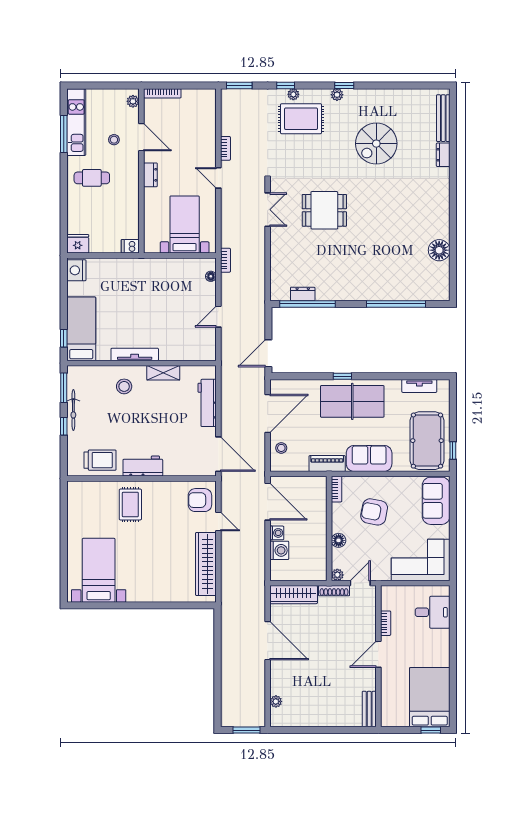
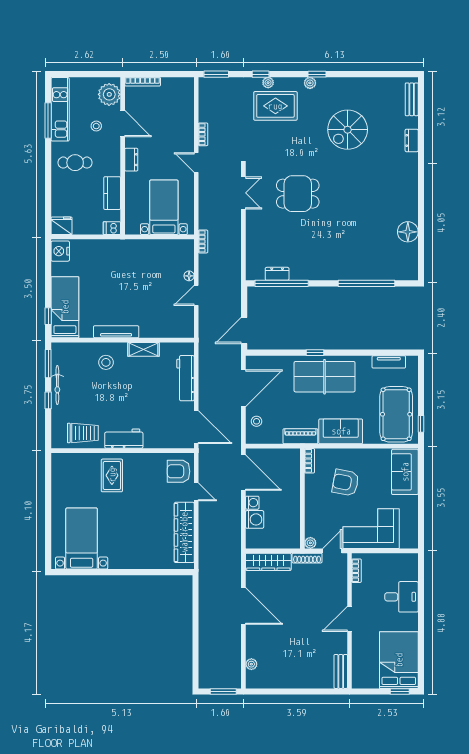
plant: (133, 101) -> (109, 94), width x1.88, depth x1.88
bench: (443, 118) -> (412, 99), width x0.73
kitchen counter: (131, 210) -> (112, 193), added
floor lamp: (211, 276) -> (189, 276), moved
floor lamp: (339, 540) -> (311, 510), removed
corner sofa: (421, 560) -> (371, 529), moved
desk: (433, 612) -> (401, 597), moved
bookcase: (386, 623) -> (356, 571), moved

